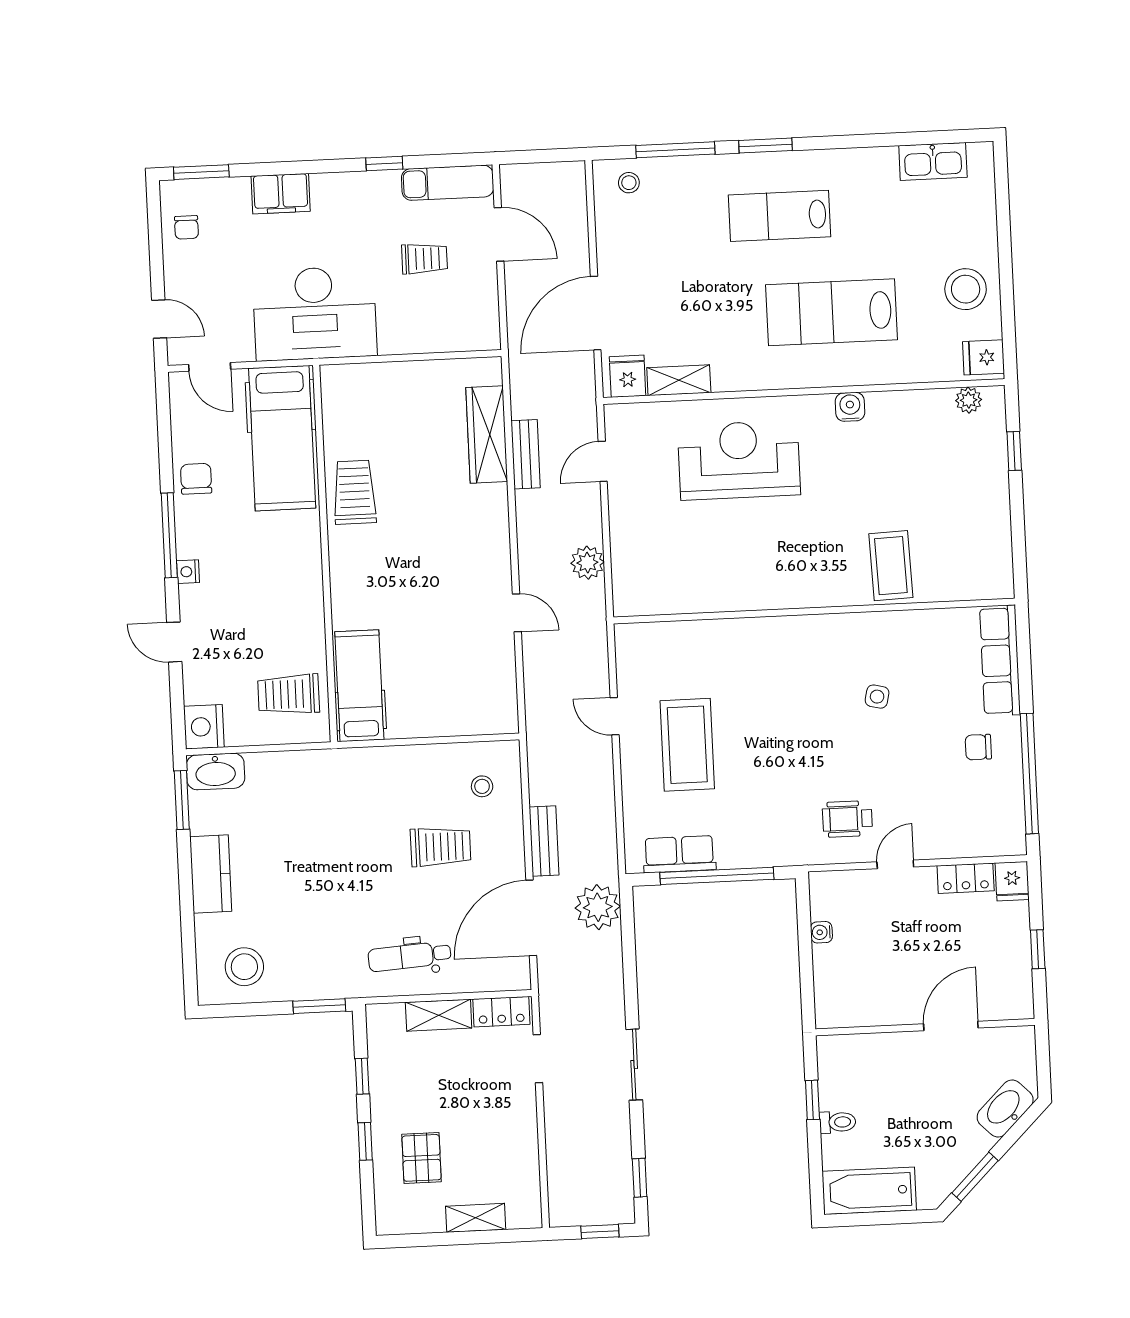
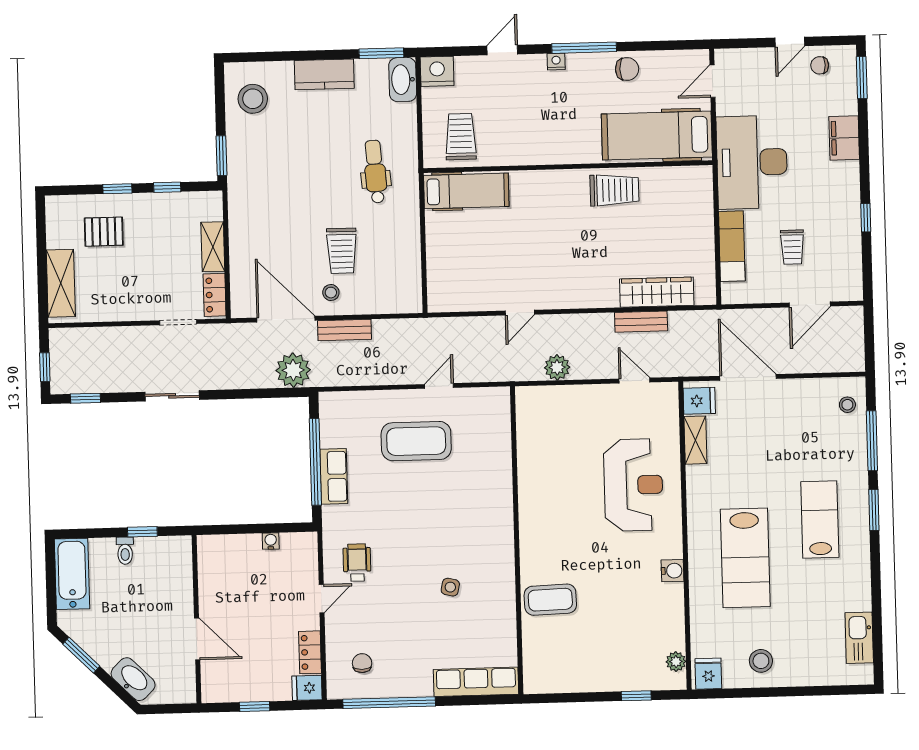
exam couch: (448, 183) -> (732, 246), moved, turned 180
stool: (966, 289) -> (761, 661), width x0.73, depth x0.73
lab bench: (831, 312) -> (745, 558), turned 180
door: (159, 319) -> (790, 42), moved
chair: (978, 747) -> (362, 663), moved
stool: (482, 786) -> (331, 293), moved
row of seats: (679, 854) -> (334, 476), moved
door: (895, 864) -> (322, 599), hinge flipped
dental chair: (410, 956) -> (375, 172), moved
shelving: (476, 1218) -> (61, 283), width x1.50, depth x1.33

